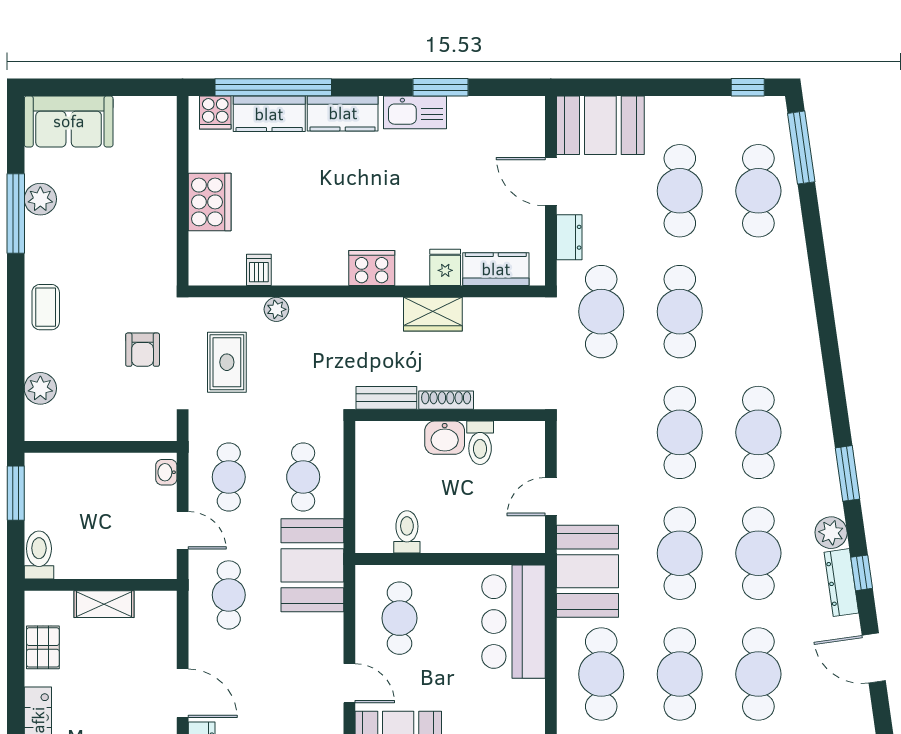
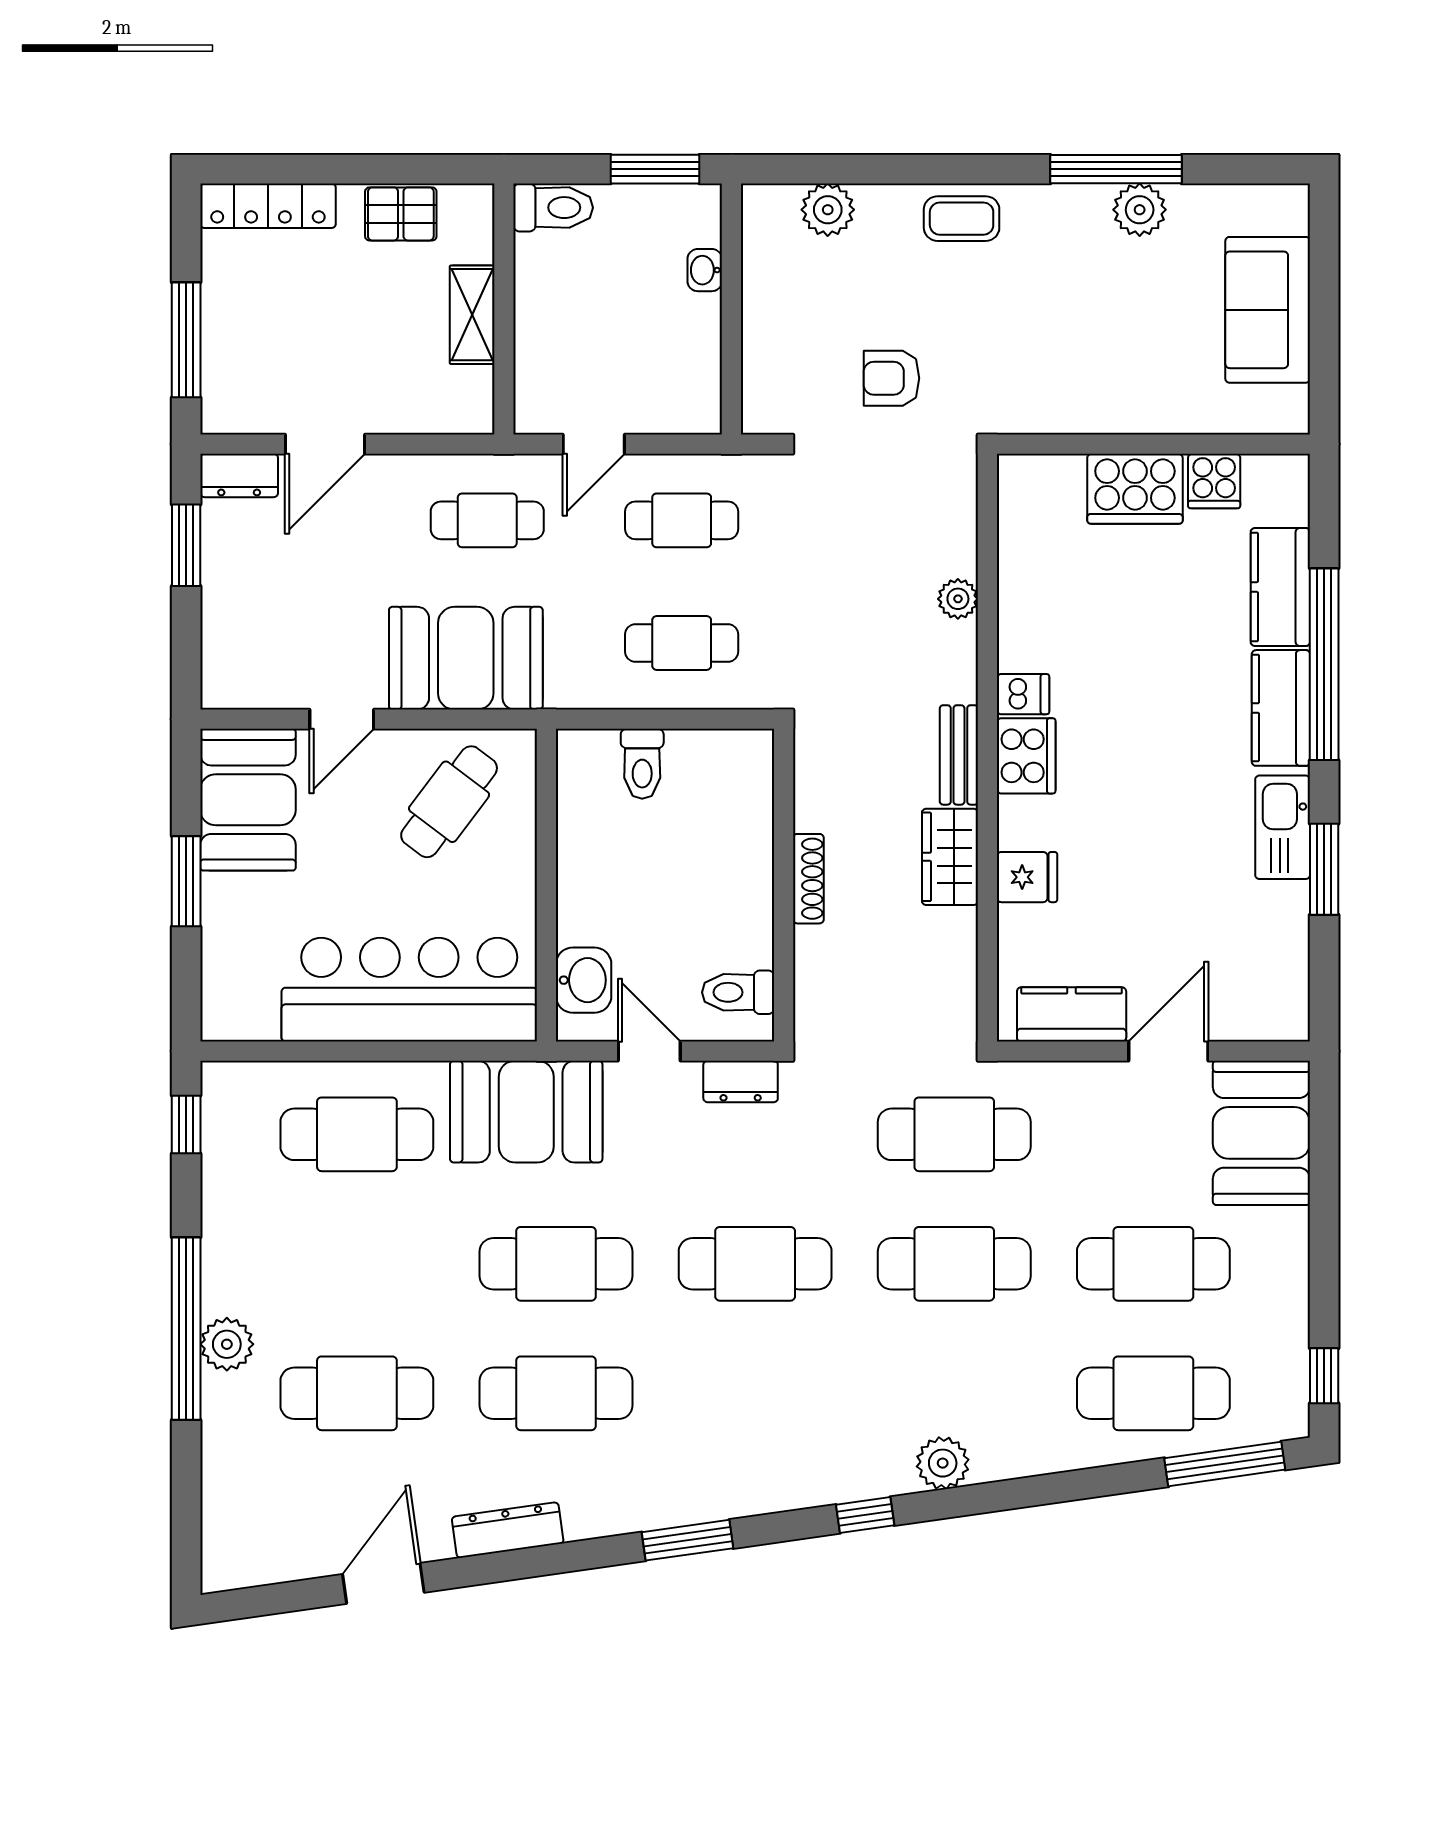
window: (273, 87) -> (1324, 664), moved
cooker: (215, 112) -> (1214, 481), moved, turned -90
sofa: (69, 121) -> (1268, 310), moved
dresser: (569, 237) -> (741, 1081), moved
kitchen counter: (496, 269) -> (1072, 1014), moved, turned -90
dishwasher: (259, 270) -> (1023, 694), moved
rug: (227, 362) -> (871, 517), removed
bench: (386, 398) -> (959, 755), moved
cafe table: (758, 432) -> (755, 1393), removed
washbasin: (445, 438) -> (584, 980), moved, turned 180
toilet: (480, 443) -> (738, 992), moved
washbasin: (166, 472) -> (705, 270), moved, turned -90
toilet: (407, 532) -> (642, 764), moved, turned 90
plant: (831, 533) -> (943, 1463), moved
booth: (312, 565) -> (466, 658), moved
window: (862, 573) -> (865, 1515), moved
cafe table: (399, 618) -> (449, 802), turned -53
bar counter: (513, 622) -> (409, 990), width x1.36
cafe table: (680, 674) -> (357, 1264), removed

